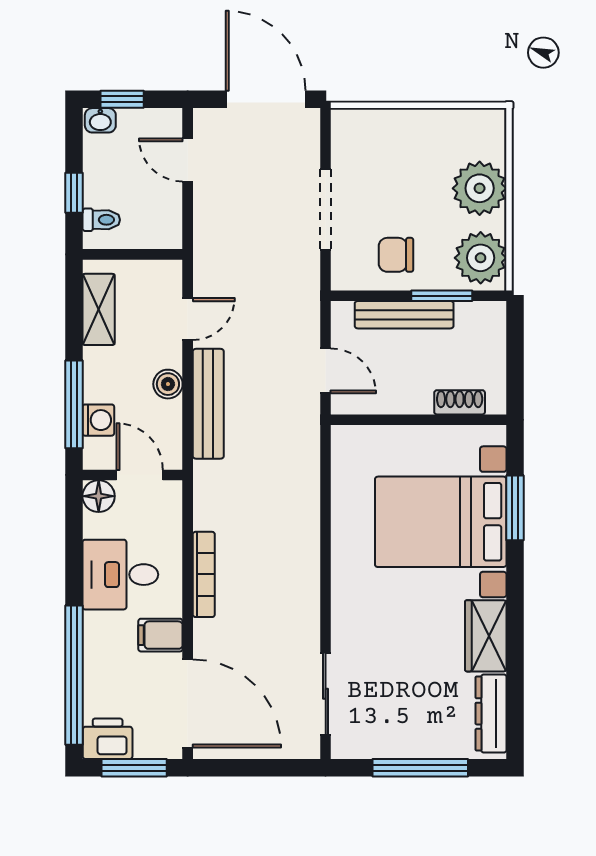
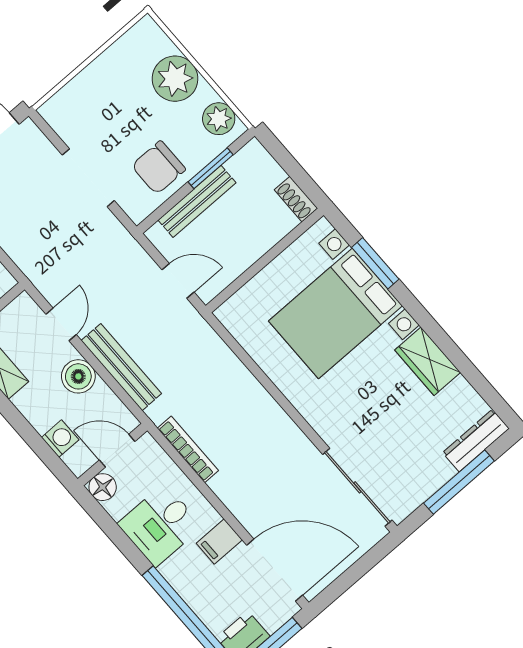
chair: (396, 255) -> (159, 168), width x1.37, depth x1.37
plant: (481, 258) -> (219, 119), width x0.73, depth x0.73
boiler: (168, 384) -> (78, 376), width x1.36, depth x1.36
shoe rack: (460, 402) -> (296, 199), moved, turned -90
window: (74, 404) -> (36, 442), removed
bookcase: (204, 574) -> (188, 449), moved
sliding door: (326, 694) -> (357, 487), width x1.37
dresser: (491, 714) -> (476, 441), moved, turned 90

